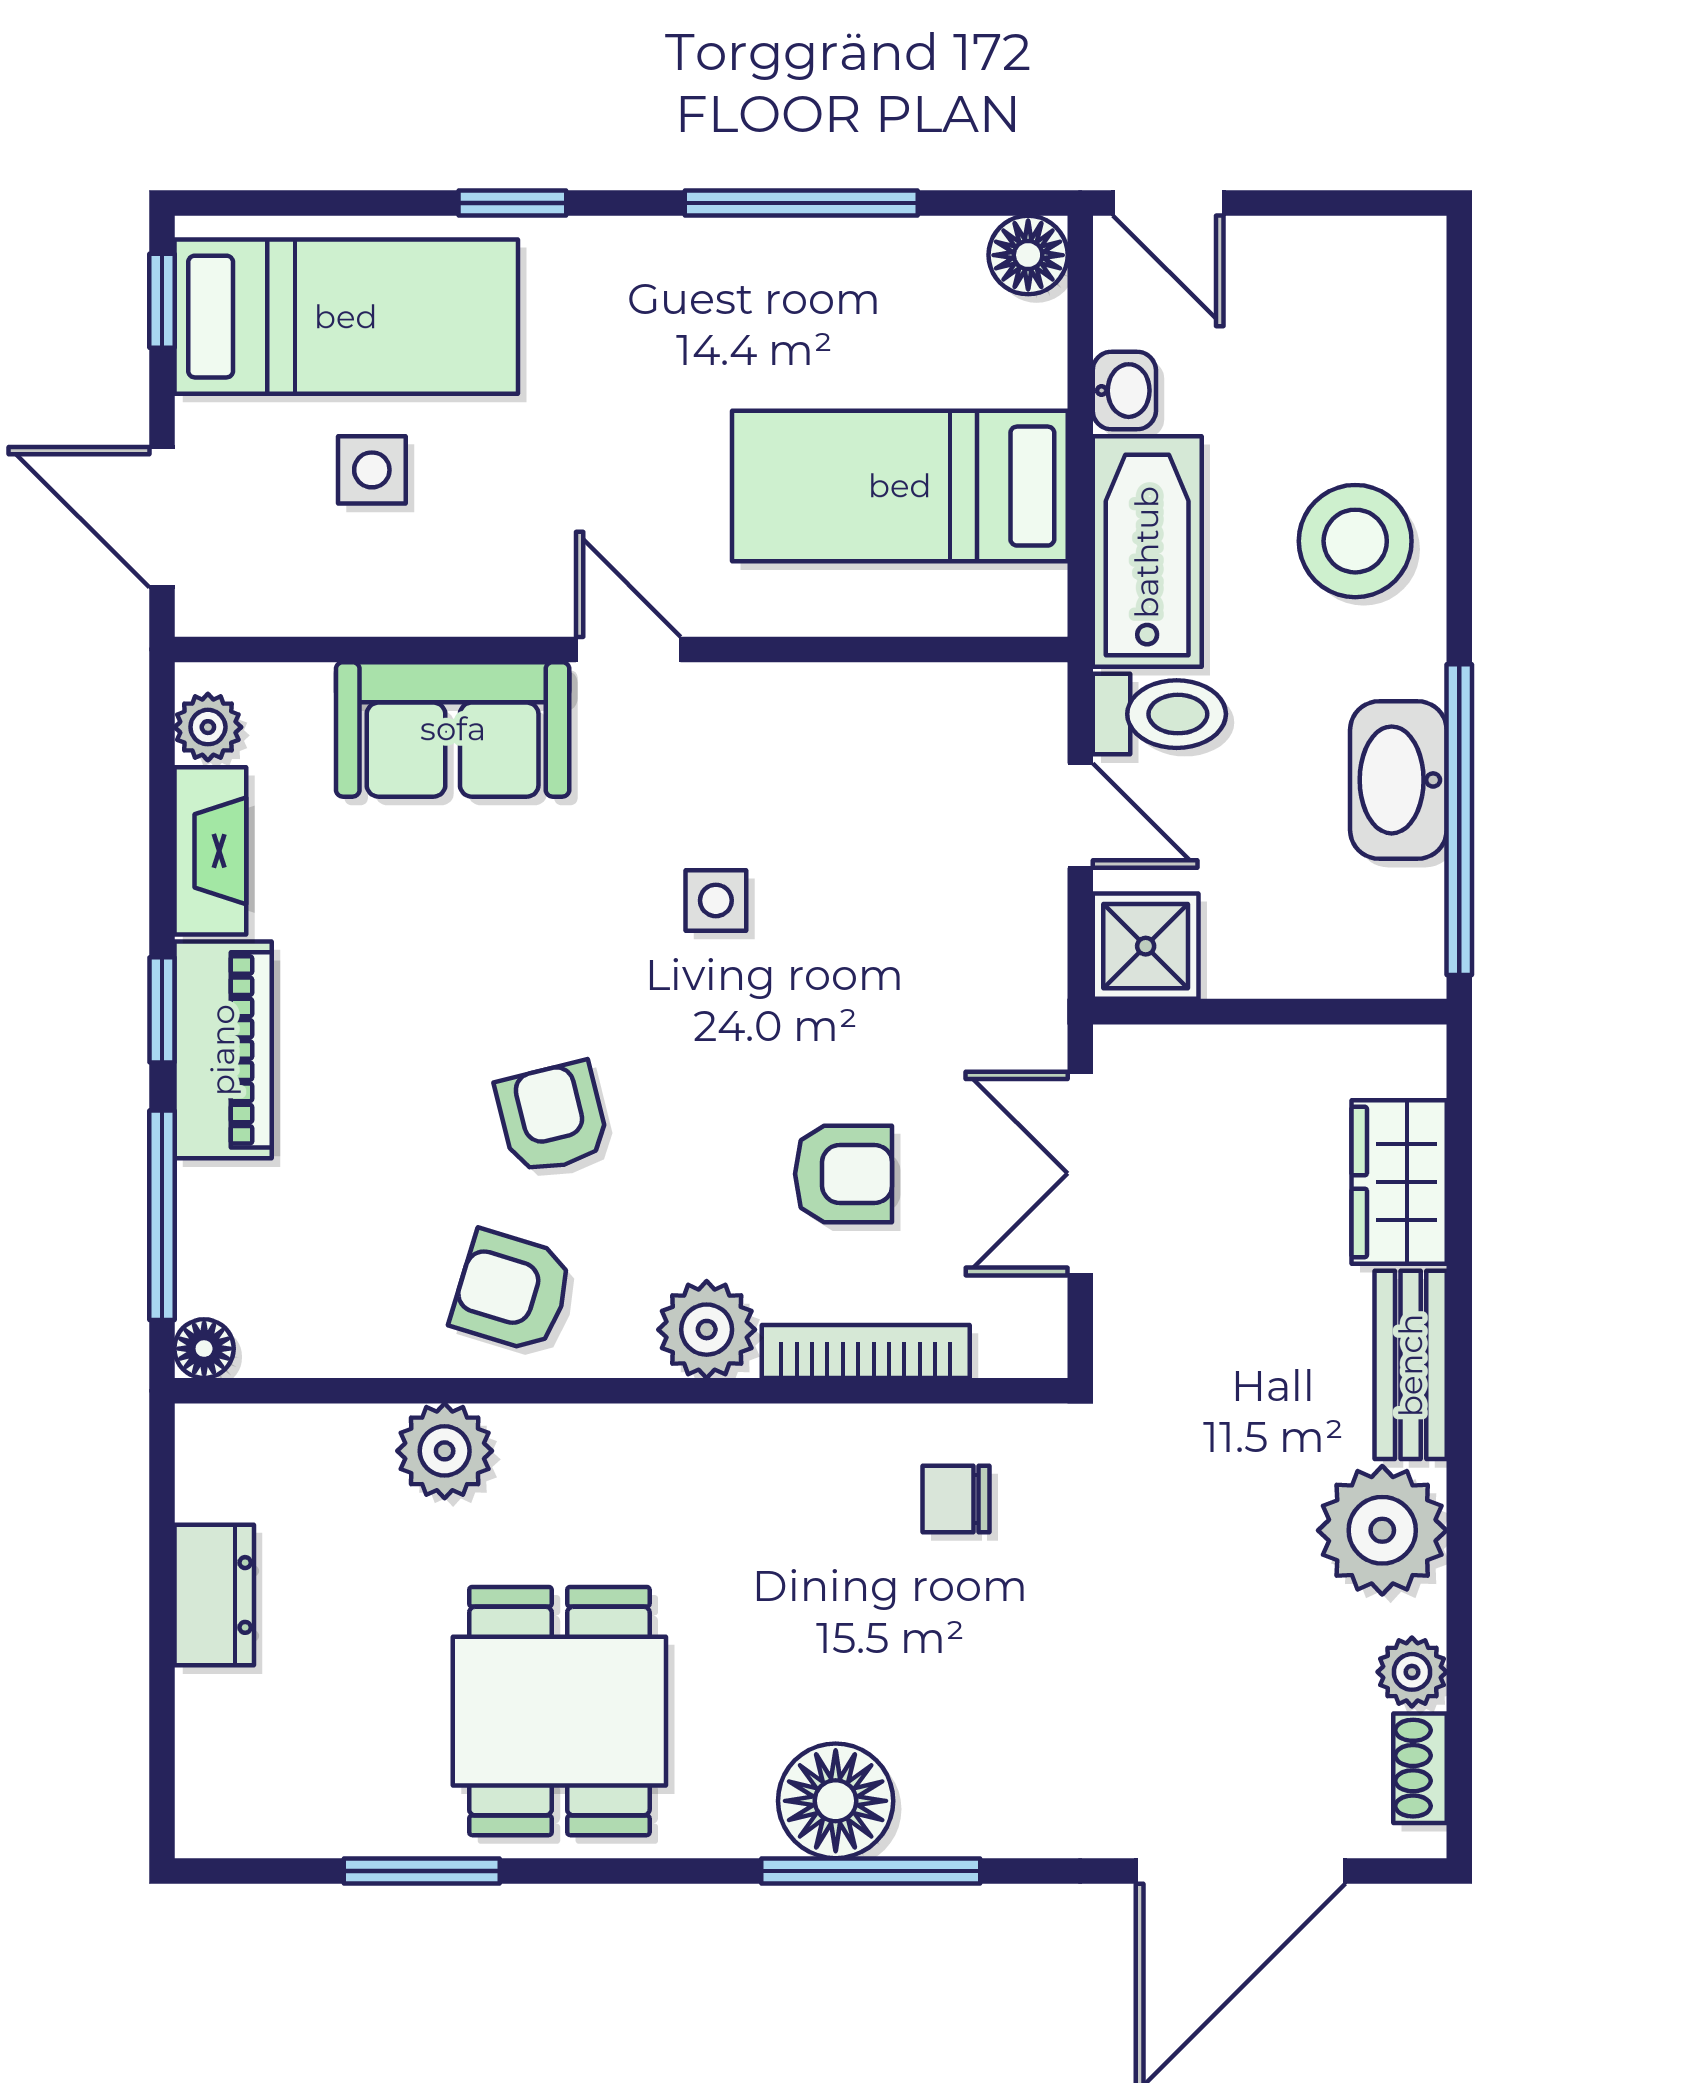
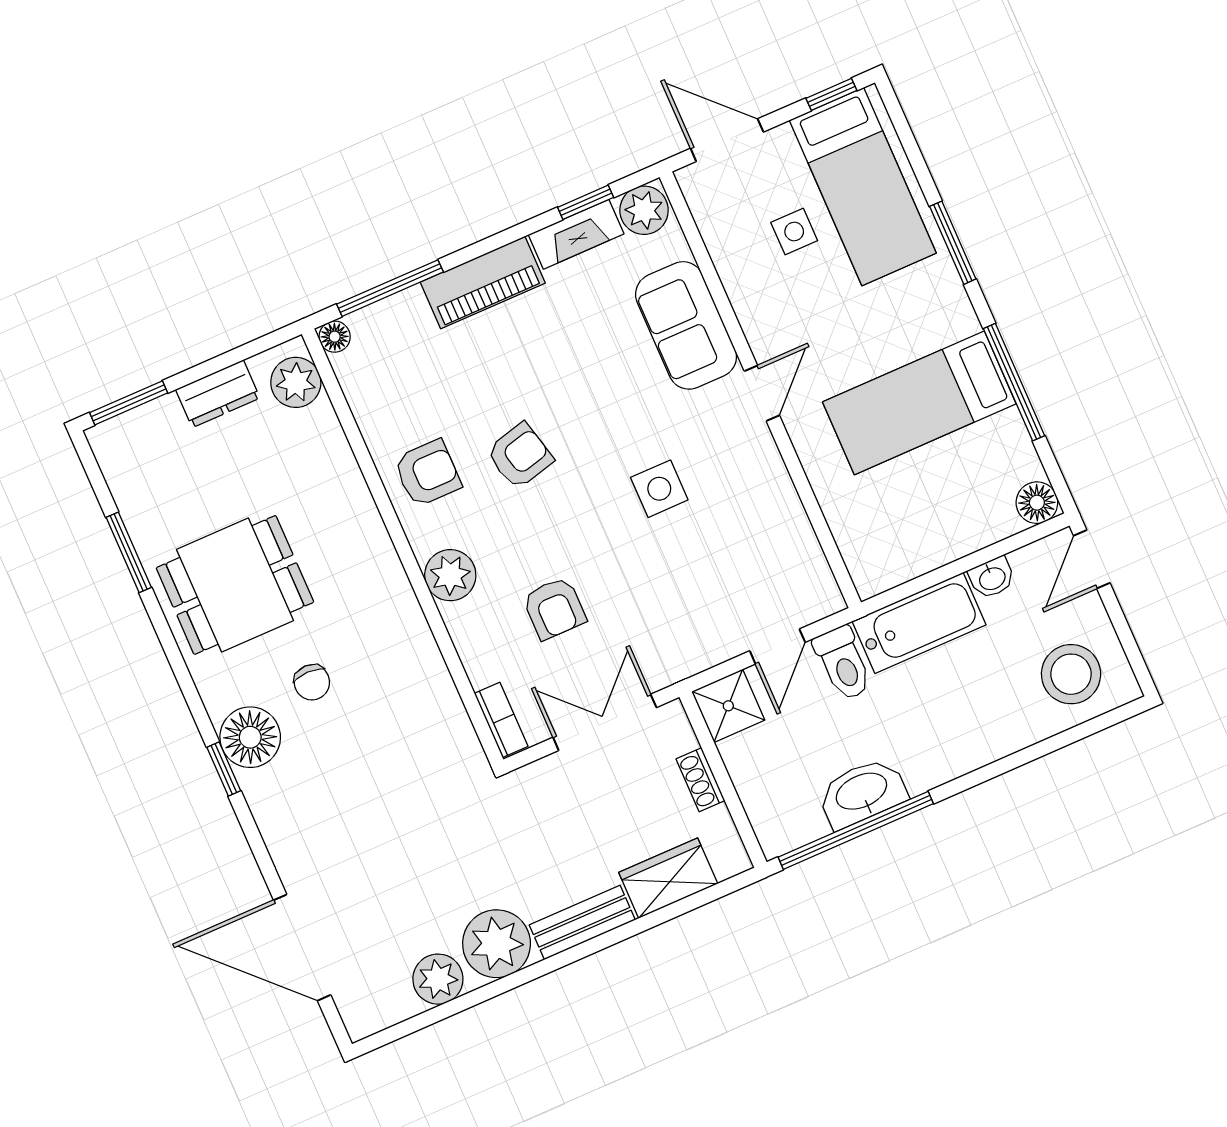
window: (512, 203) -> (953, 243), width x1.50
bed: (900, 486) -> (919, 403), moved, turned -90
door: (162, 517) -> (727, 140), hinge flipped
stool: (1355, 541) -> (1071, 674), moved
plant: (208, 727) -> (644, 210), width x1.38, depth x1.38
side table: (716, 900) -> (659, 489), width x1.37, depth x1.37
window: (162, 1010) -> (586, 202), moved
armchair: (512, 1291) -> (427, 473), turned 73
bookcase: (866, 1351) -> (501, 720), moved, width x0.64
plant: (445, 1451) -> (296, 382), moved
chair: (956, 1499) -> (312, 682), moved, turned 180
plant: (1412, 1672) -> (438, 979), width x1.38, depth x1.38
window: (162, 1757) -> (129, 403), added
shoe rack: (1420, 1768) -> (700, 780), moved, turned -90
window: (871, 1871) -> (224, 769), width x0.46

